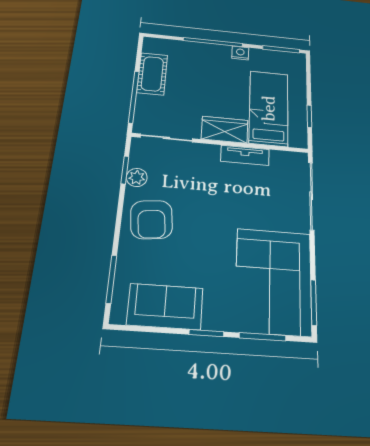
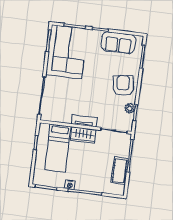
tv unit: (245, 155) -> (84, 121), moved

